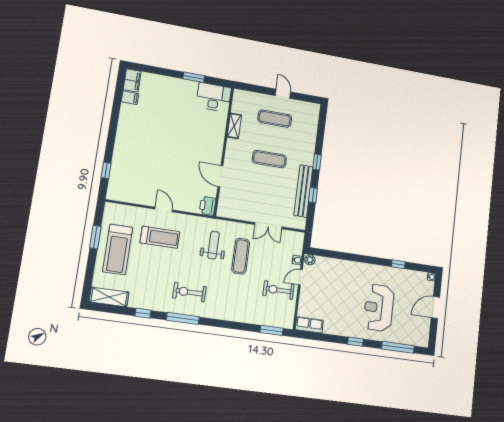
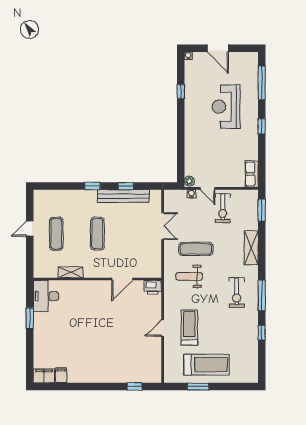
shelving: (109, 297) -> (251, 248), moved
reception desk: (379, 308) -> (226, 107), turned 90

